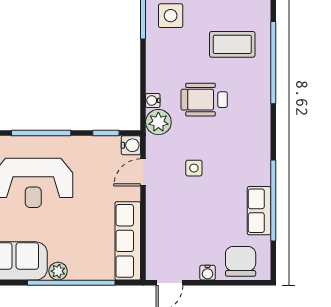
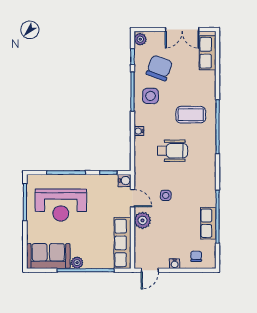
water cooler: (153, 100) -> (139, 131), moved
wheelchair: (204, 100) -> (172, 151), turned 180
plant: (158, 122) -> (143, 220), moved
door: (143, 172) -> (133, 198), swing flipped
chair: (241, 261) -> (196, 256), width x0.54, depth x0.54

